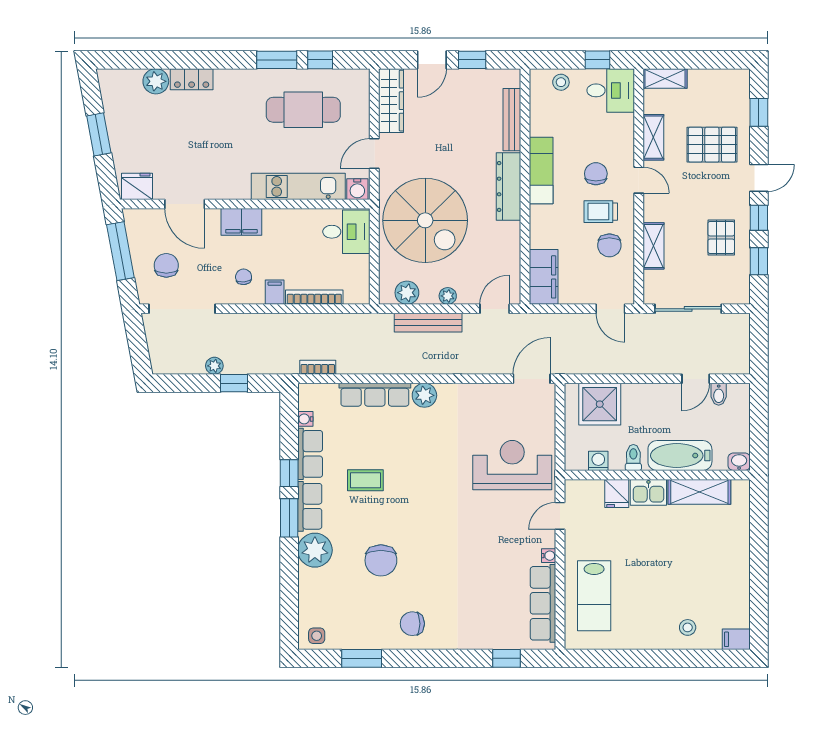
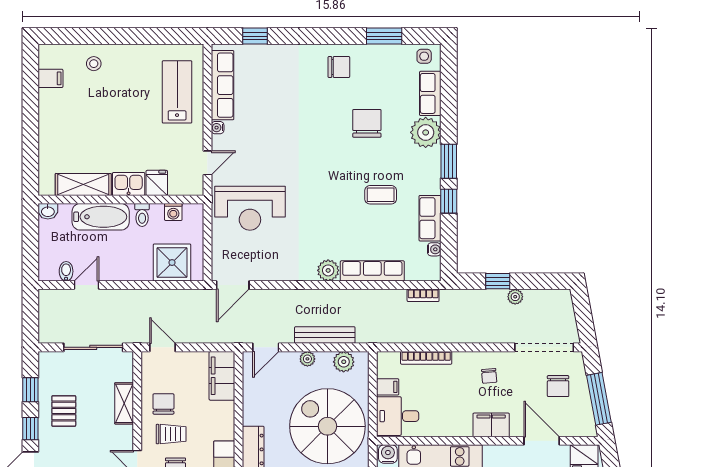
filing cabinet: (275, 292) -> (388, 387), moved, turned -90
row of seats: (310, 506) -> (430, 93), moved
filing cabinet: (736, 639) -> (50, 78), moved

